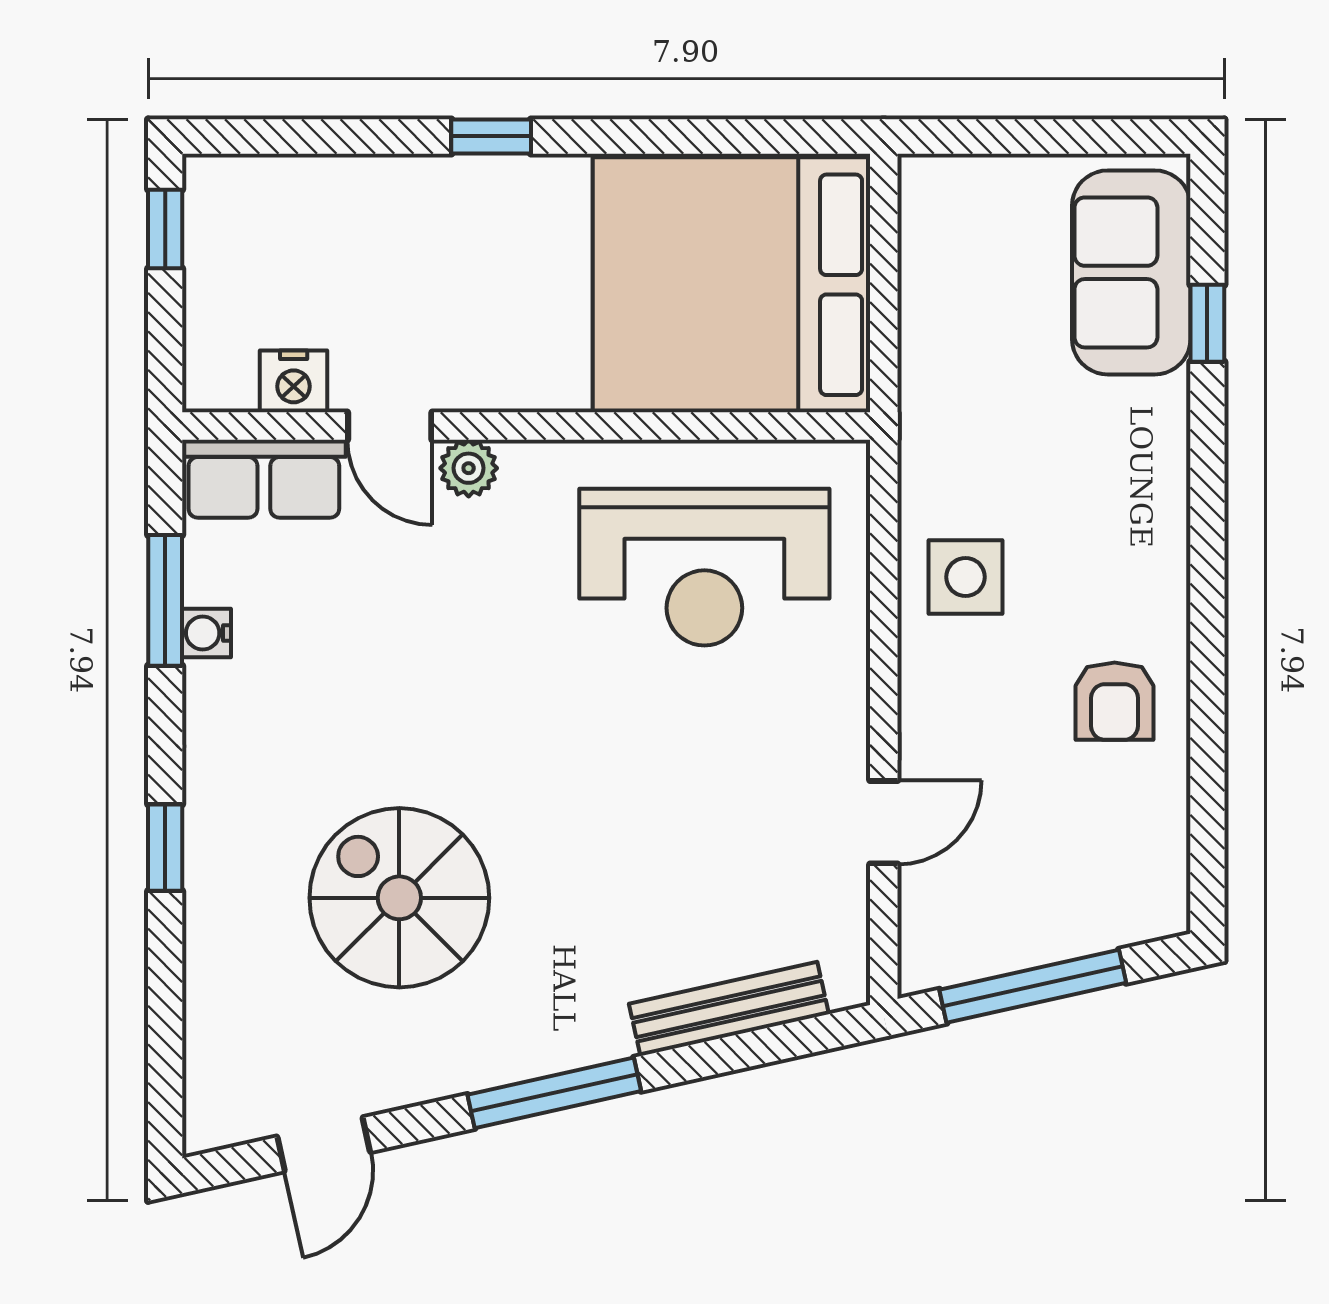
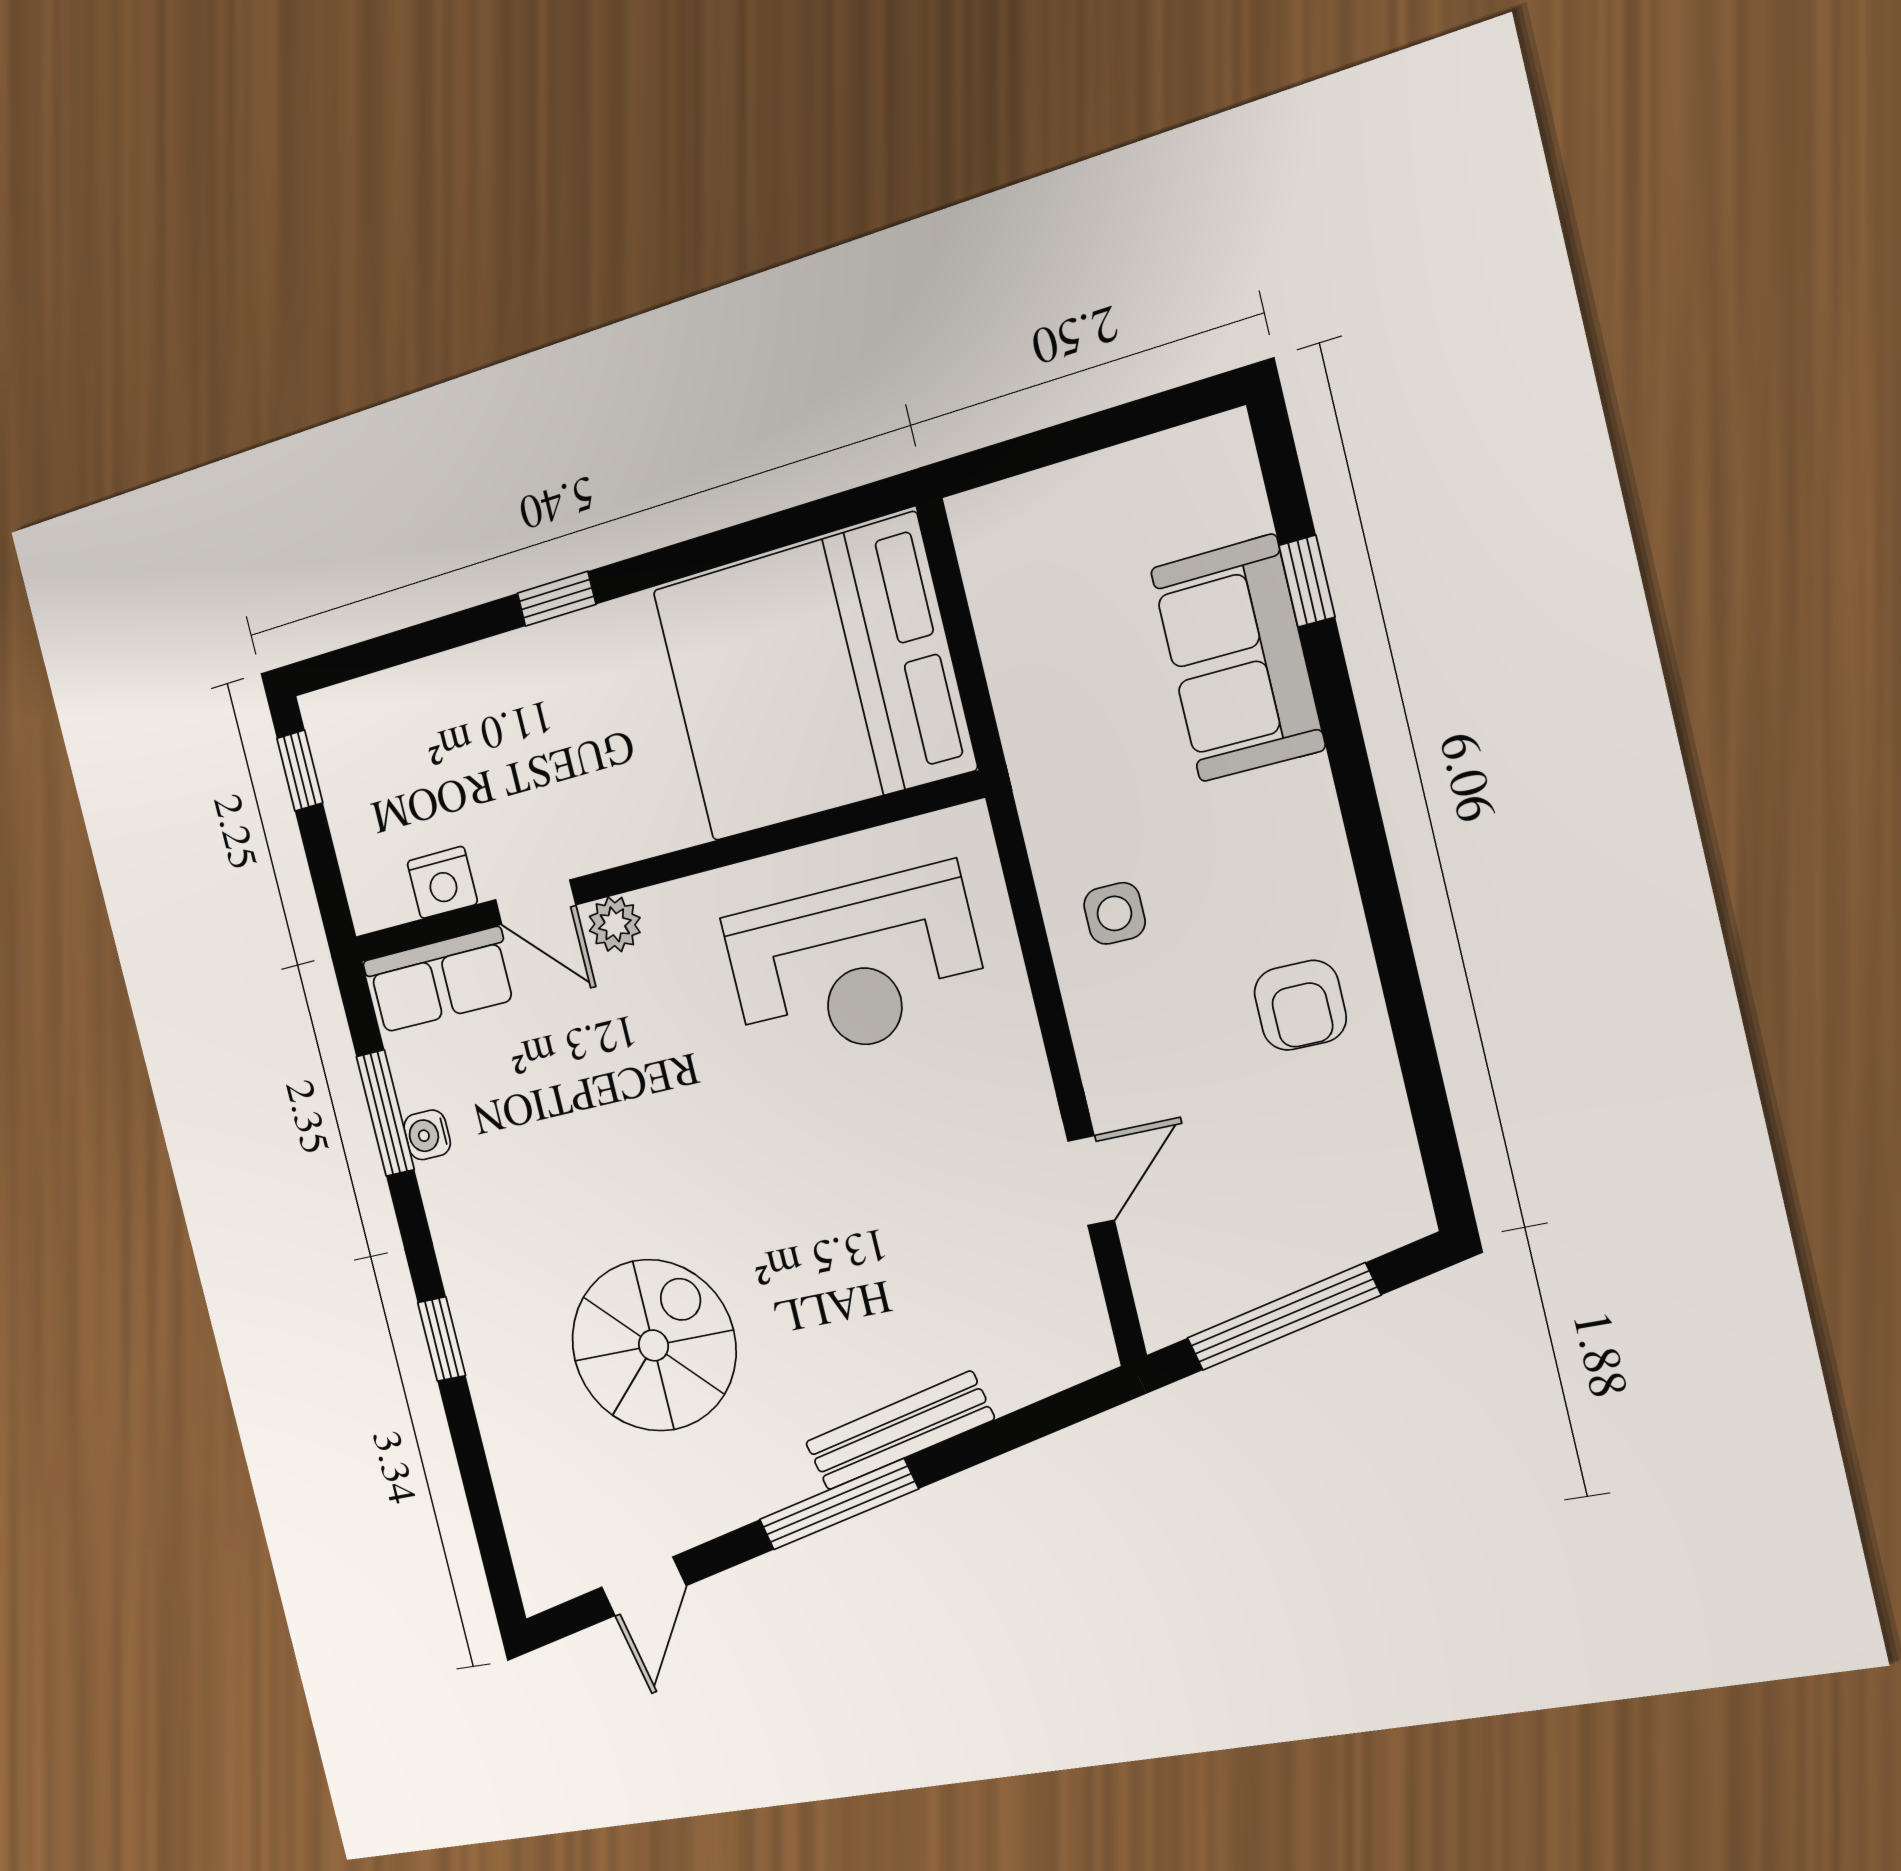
sofa: (1131, 272) -> (1238, 659), moved
side table: (966, 577) -> (1114, 913), width x0.73, depth x0.73
spiral stairs: (399, 898) -> (654, 1345), turned 90
bench: (729, 1009) -> (899, 1431), moved

